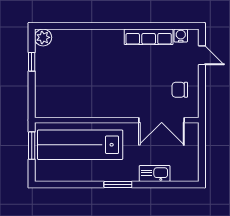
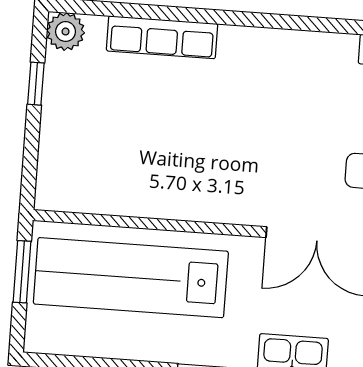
row of seats: (149, 37) -> (162, 37), moved

